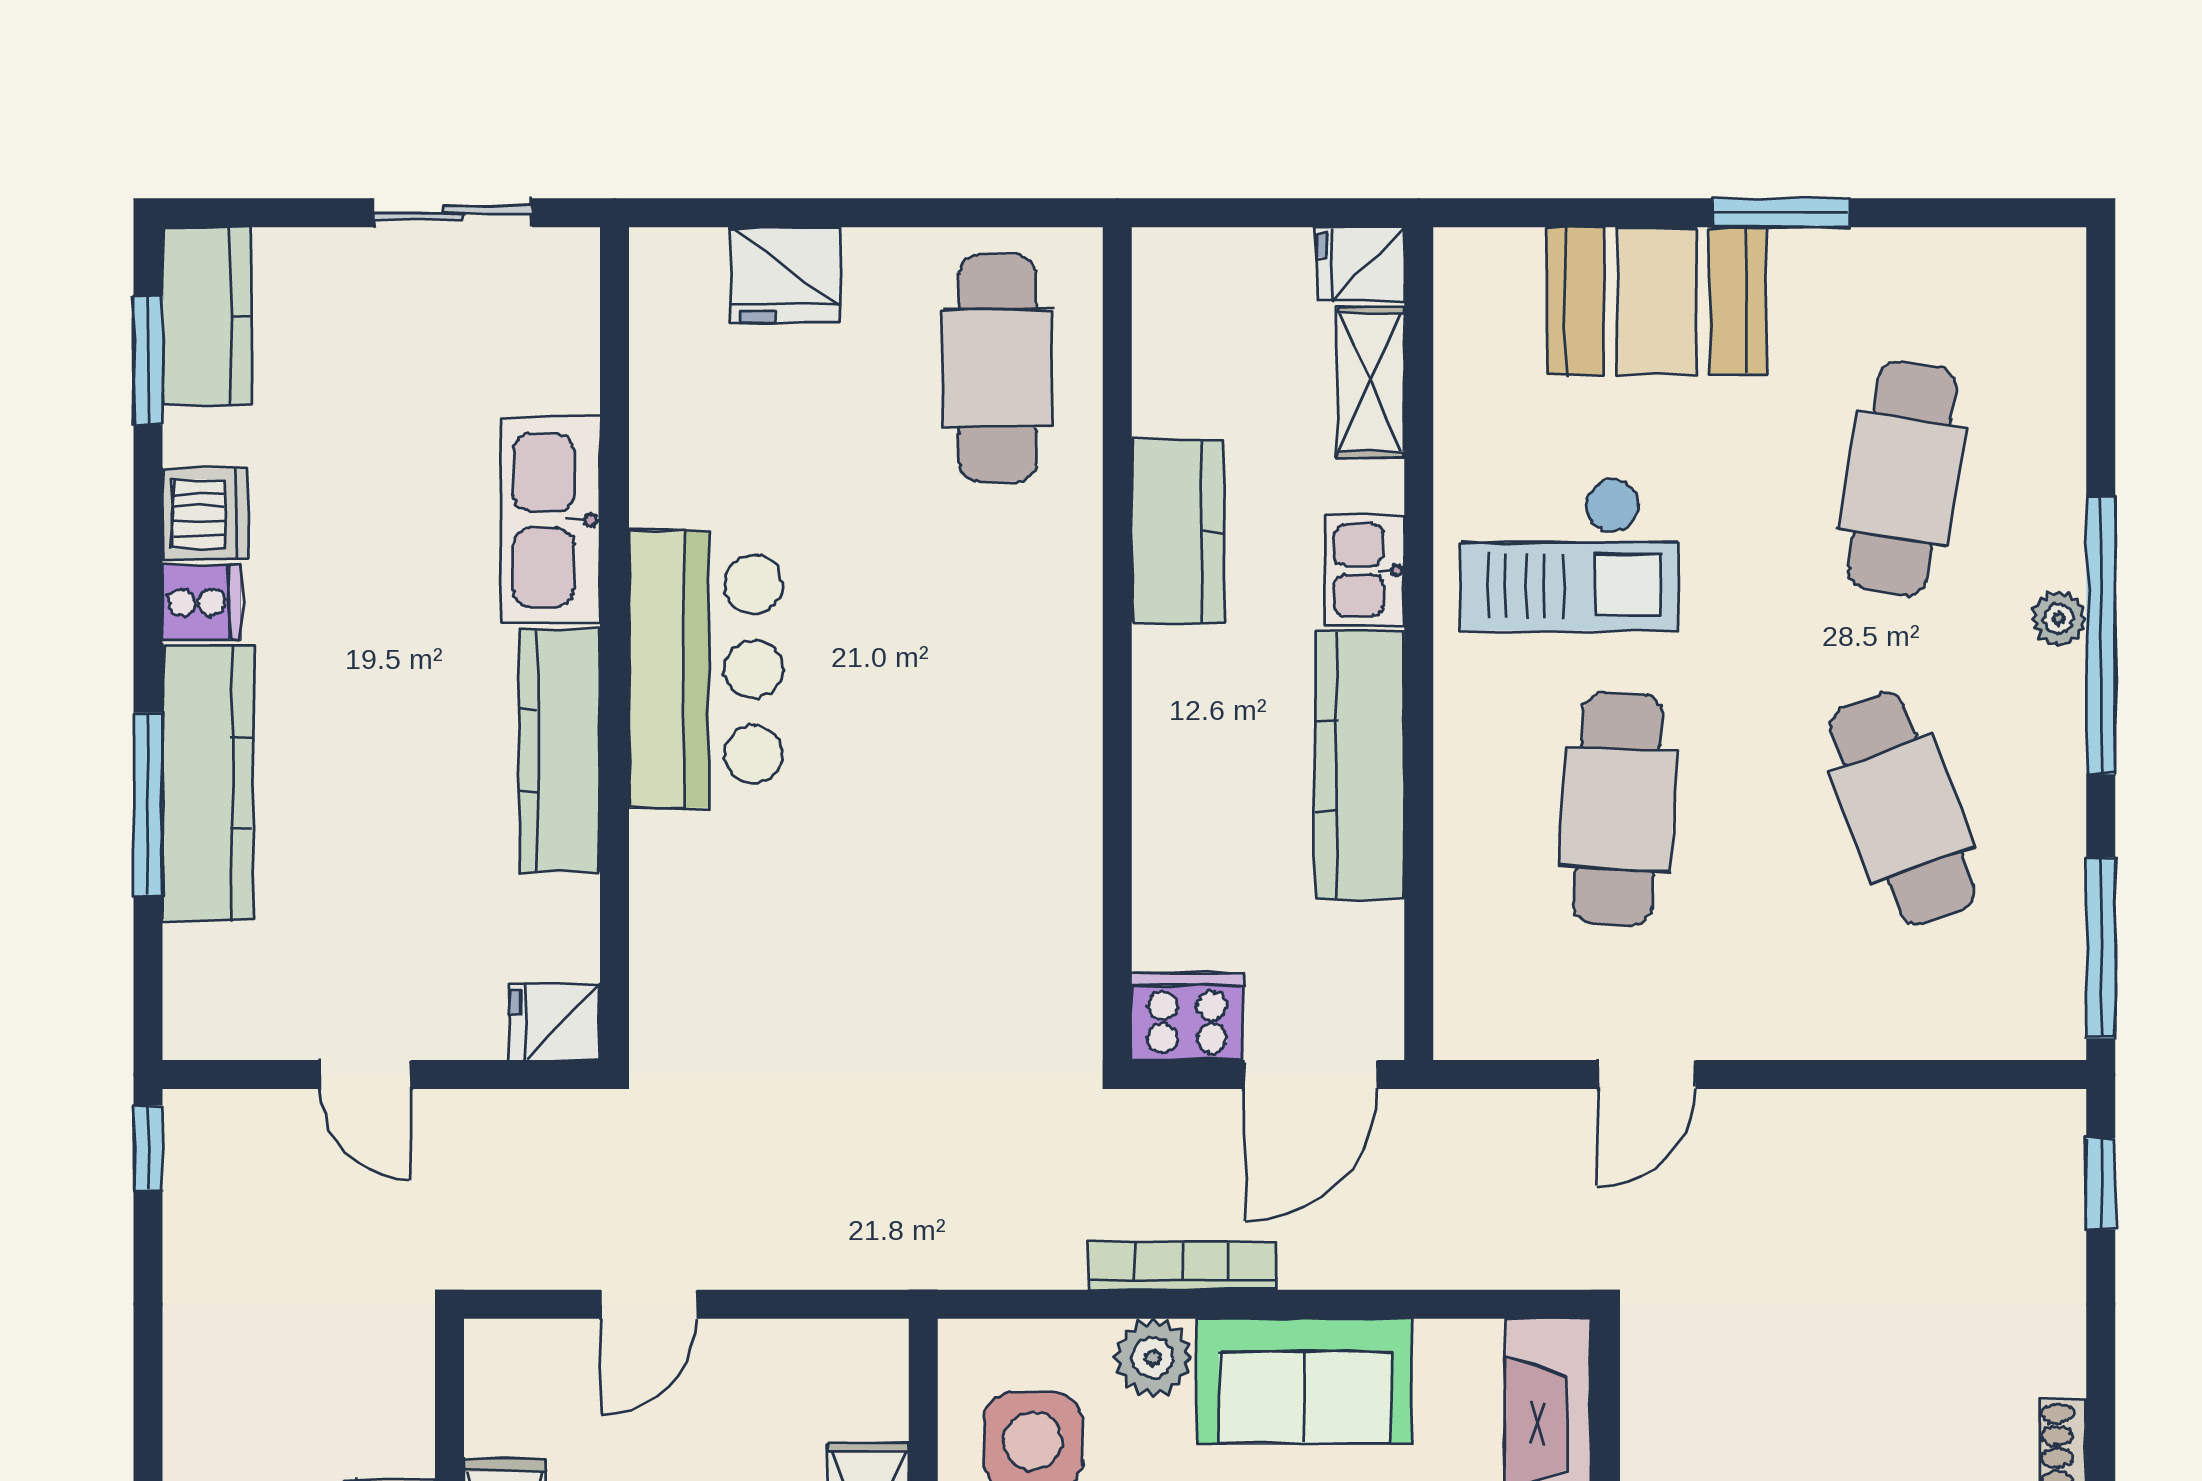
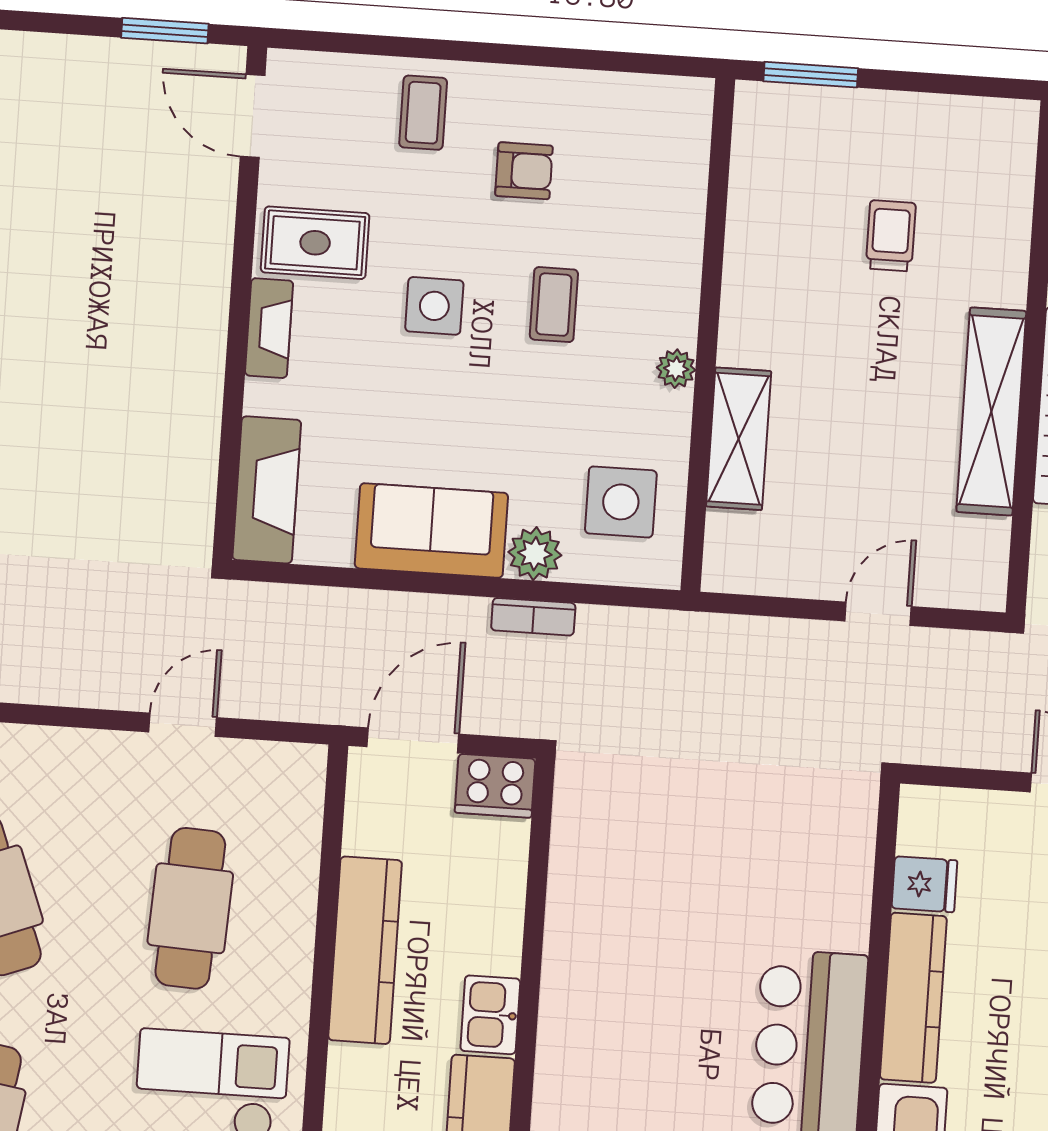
kitchen sink: (1364, 570) -> (490, 1015), moved, turned 180
fridge: (555, 1022) -> (924, 884), moved
bookcase: (1182, 1266) -> (533, 617), width x0.64

